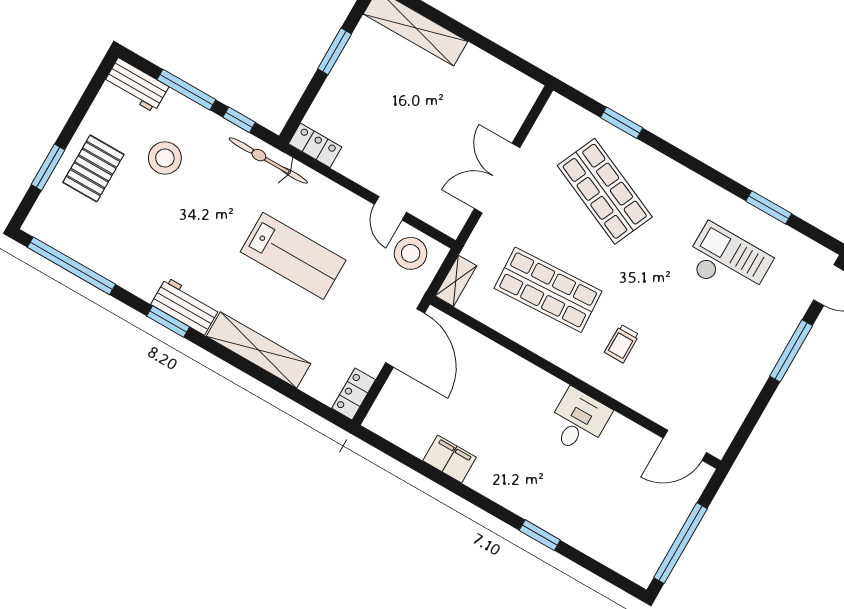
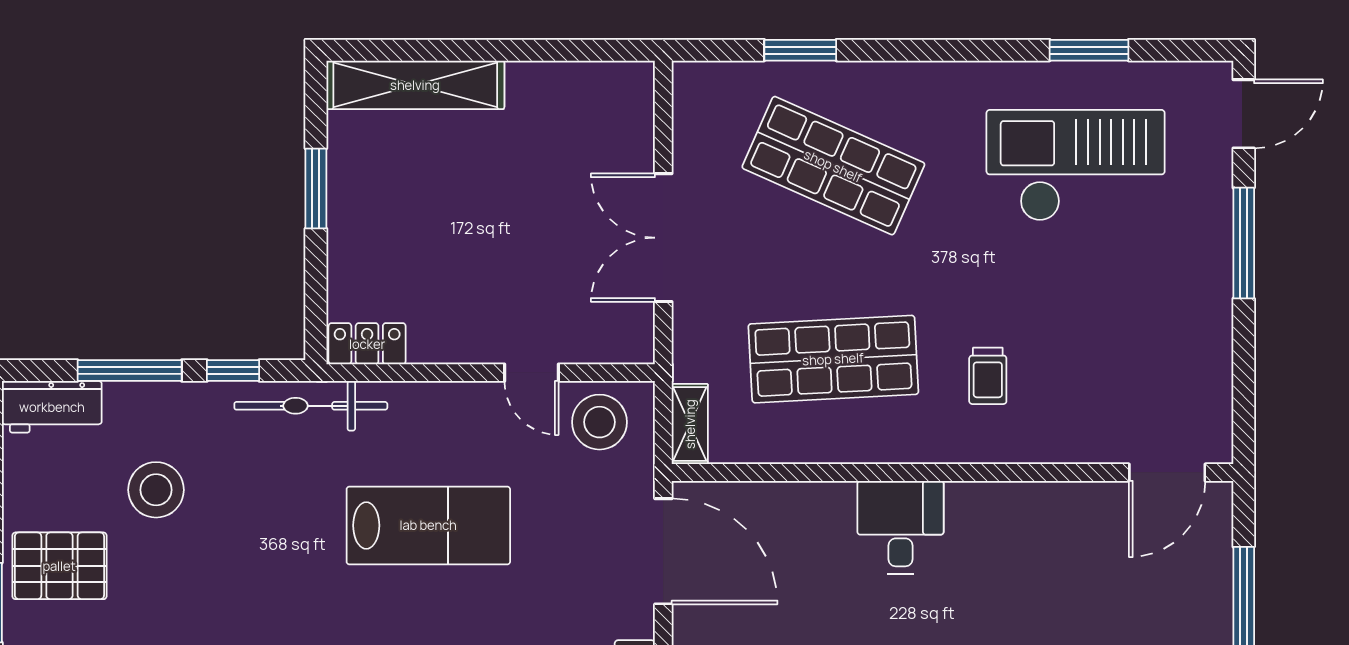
pallet: (93, 168) -> (59, 566), turned 90
checkout: (728, 262) -> (1076, 165), width x1.36, depth x1.21
desk: (578, 421) -> (901, 527), moved

